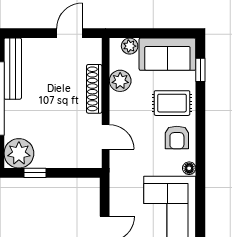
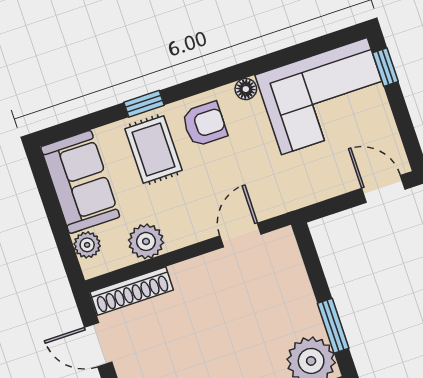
window: (200, 70) -> (144, 104), moved
shoe rack: (94, 89) -> (132, 291), moved
window: (35, 173) -> (333, 326), width x1.50

